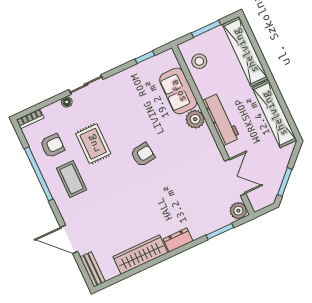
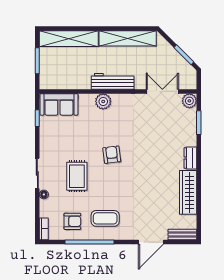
stool: (199, 61) -> (60, 77), removed
sofa: (178, 91) -> (59, 104), moved
rug: (93, 144) -> (77, 176), moved, turned 90
armchair: (52, 146) -> (72, 221), turned 90

